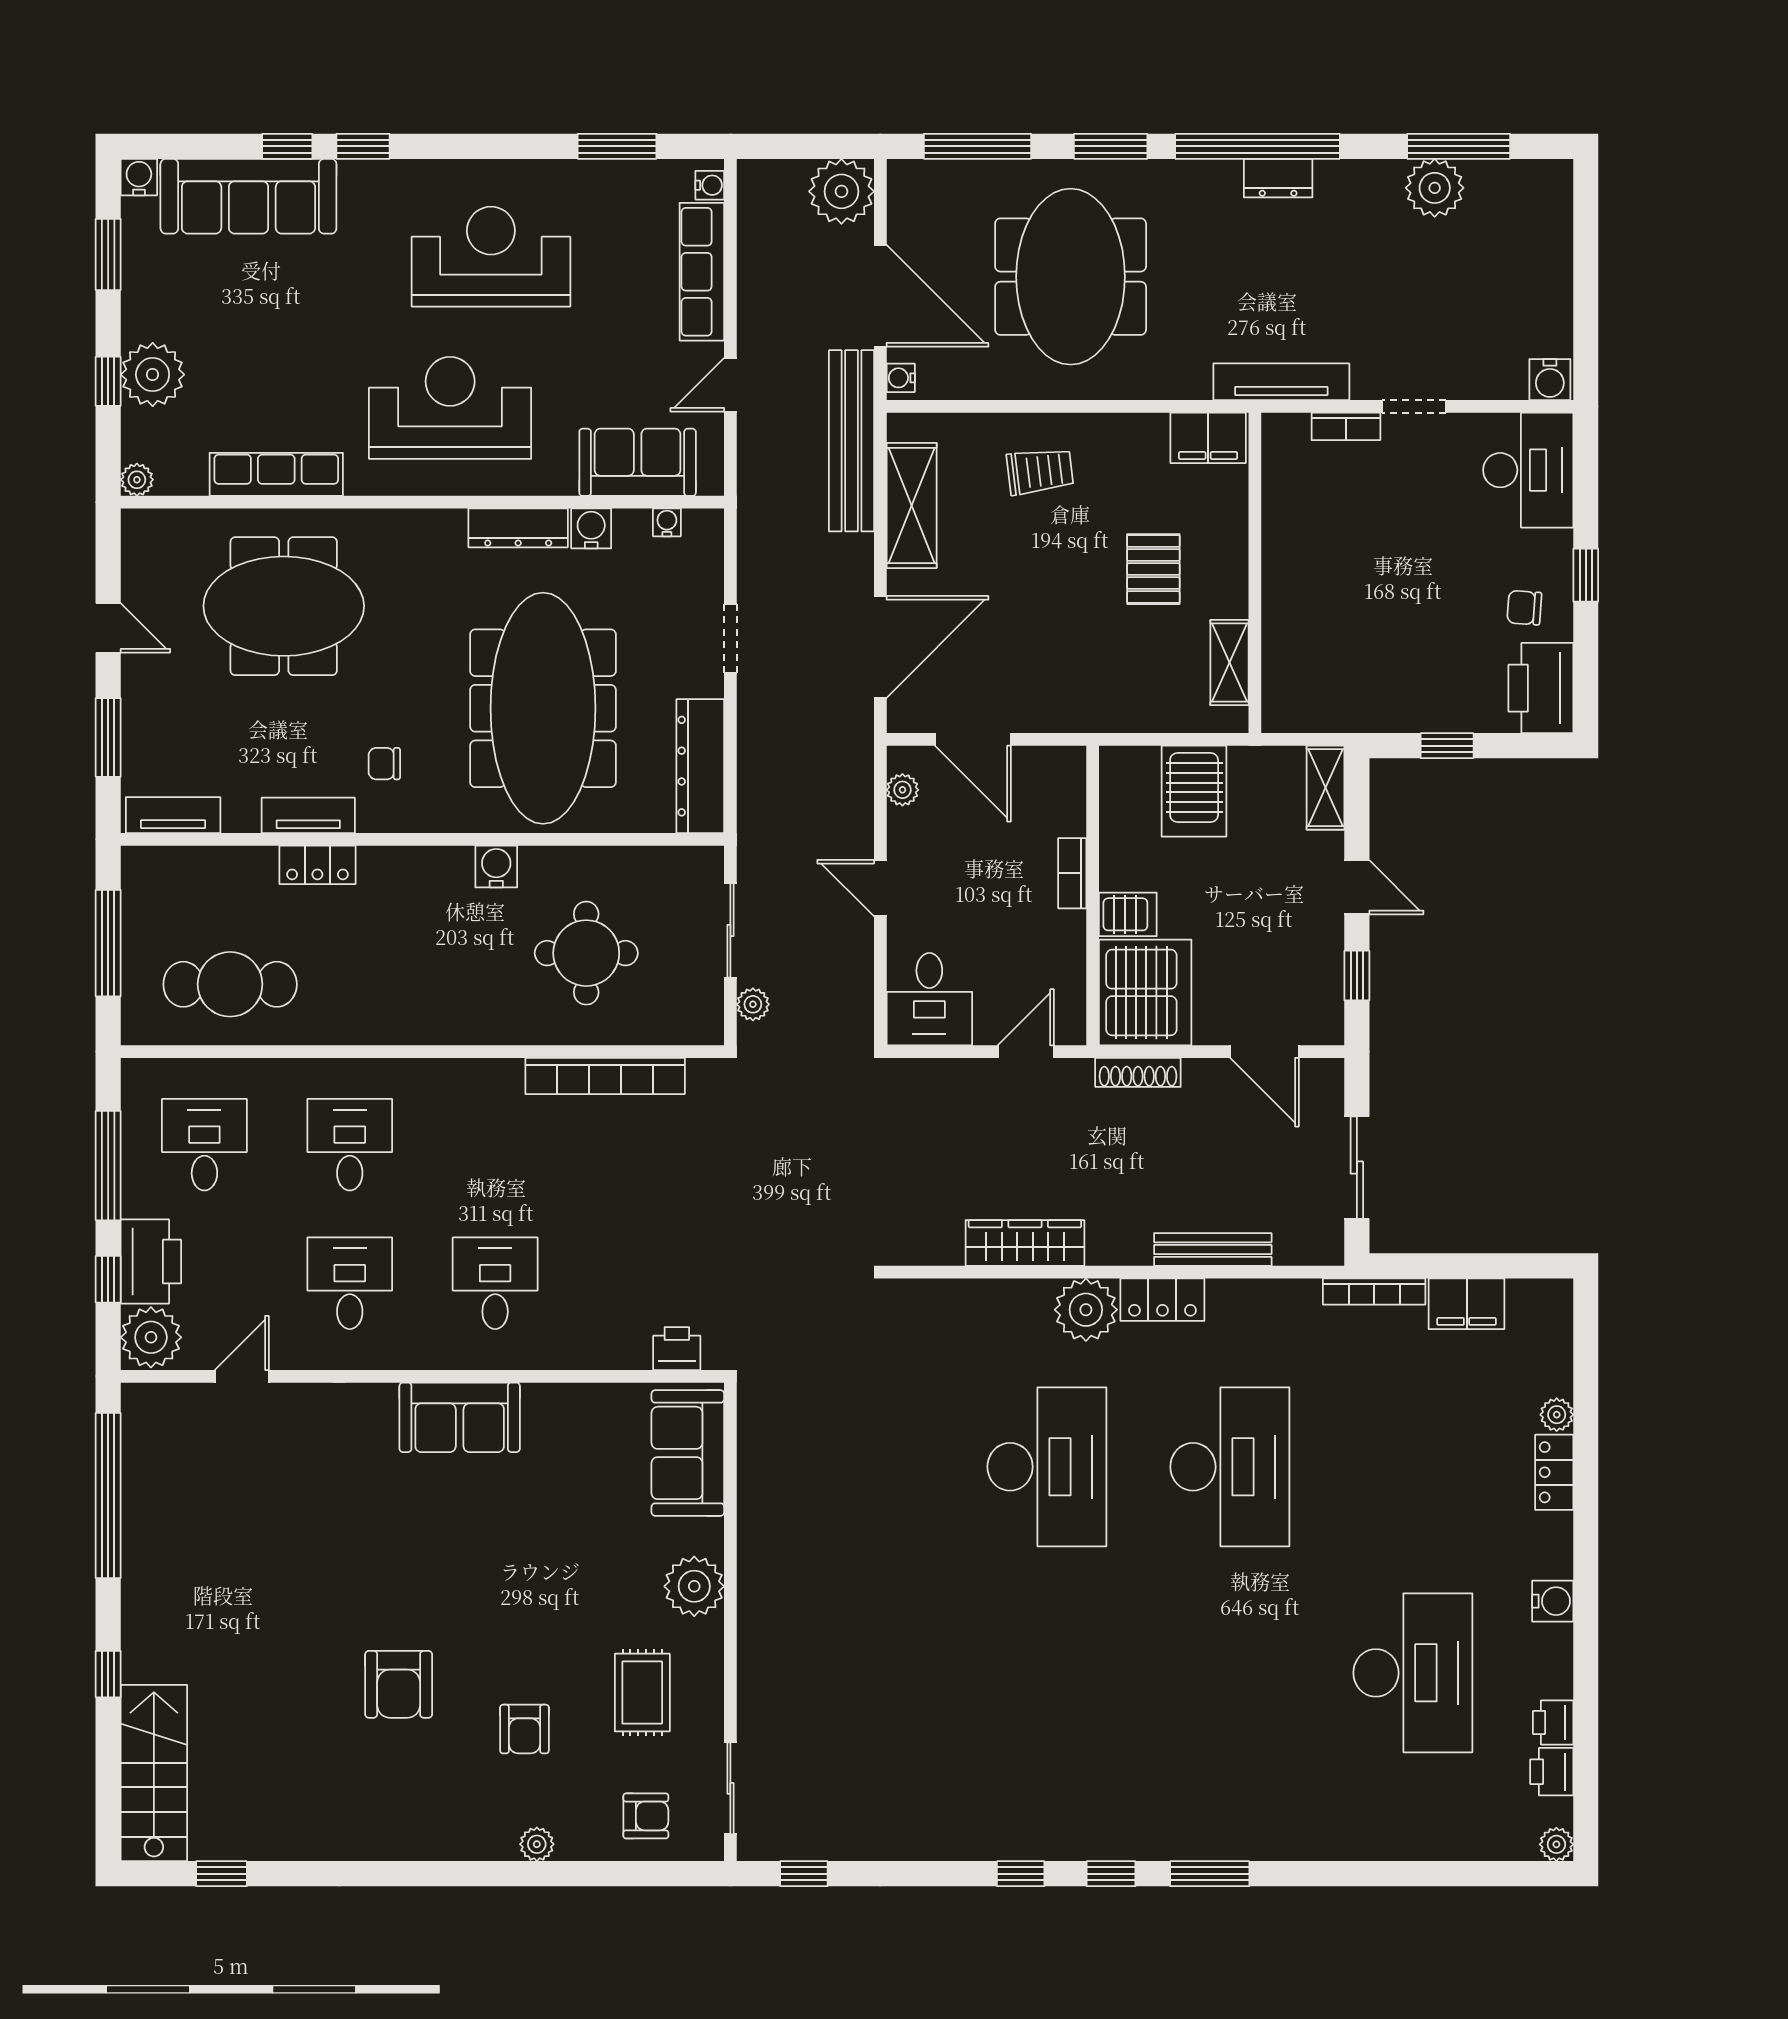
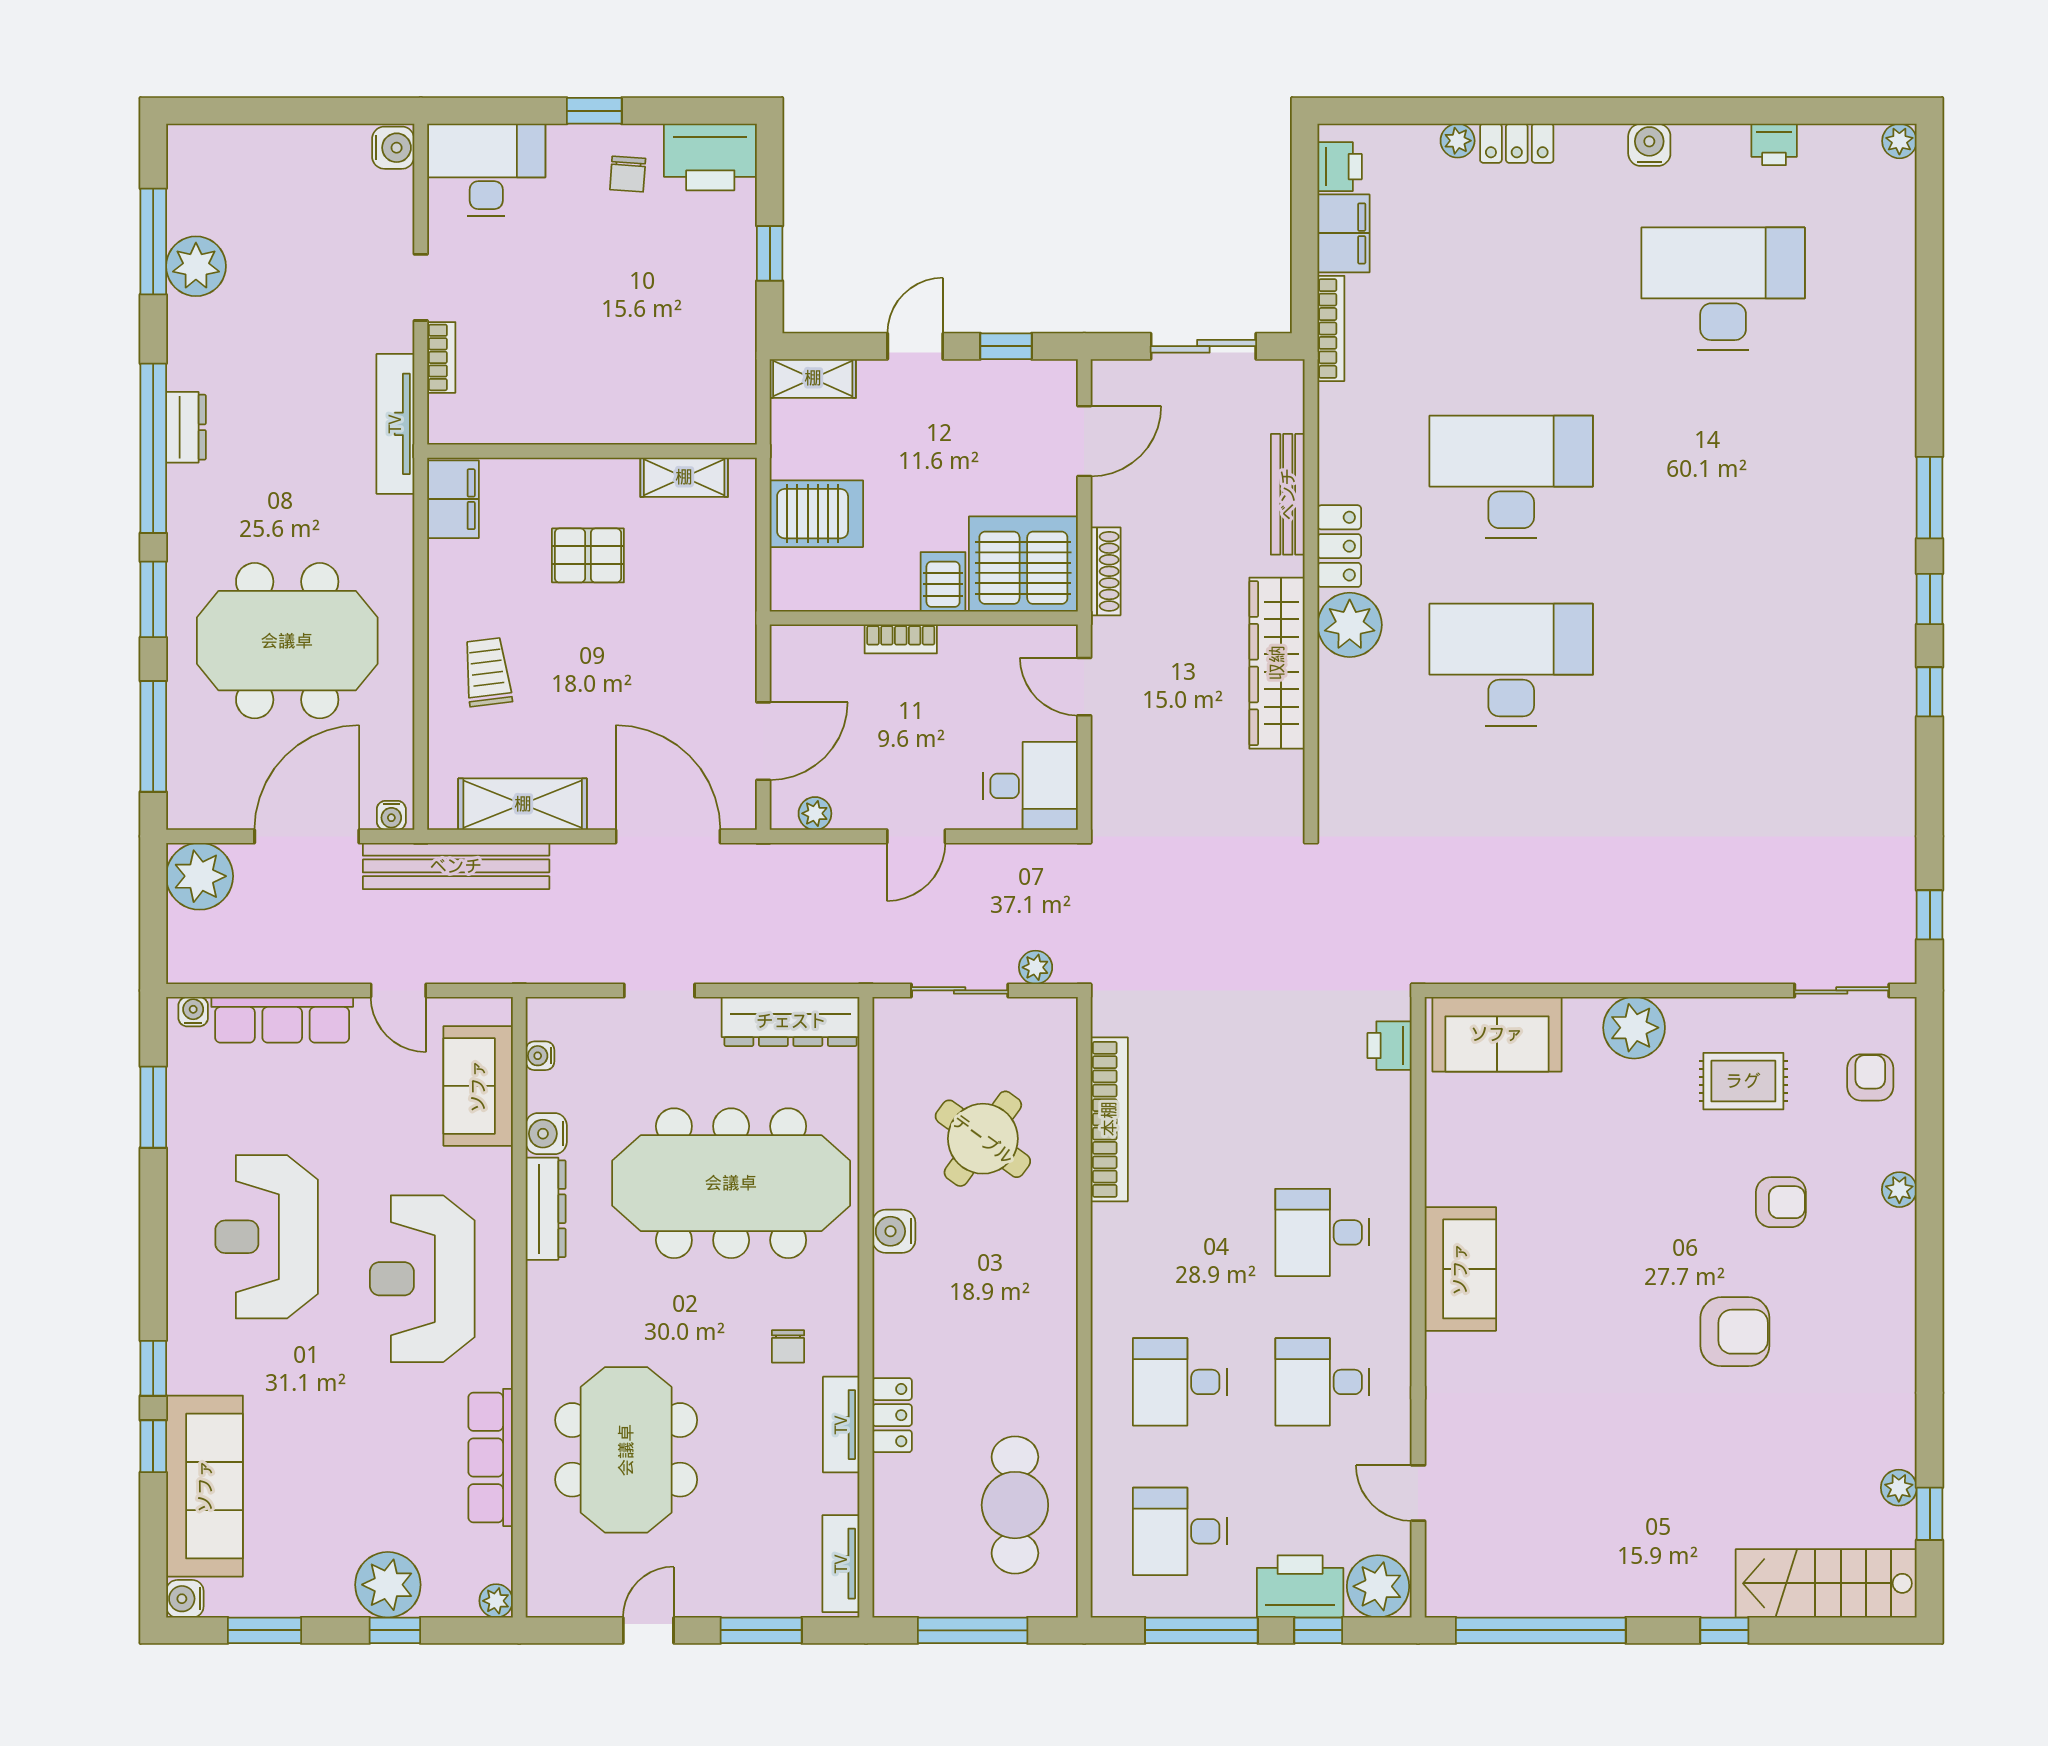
round table: (586, 953) -> (983, 1139), turned 36
wardrobe: (1025, 1243) -> (1277, 663), width x1.40, depth x1.17
printer: (1552, 1772) -> (1340, 167), moved, turned -90
plant: (247, 1844) -> (1899, 1488), added

